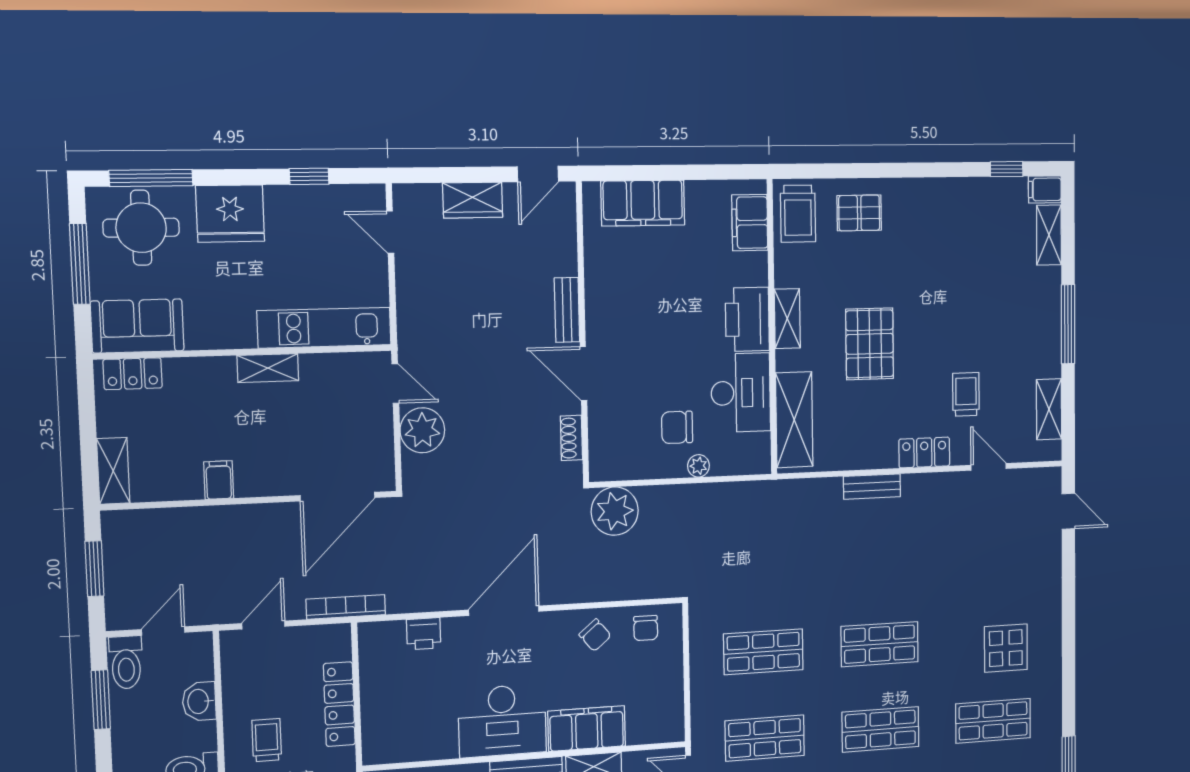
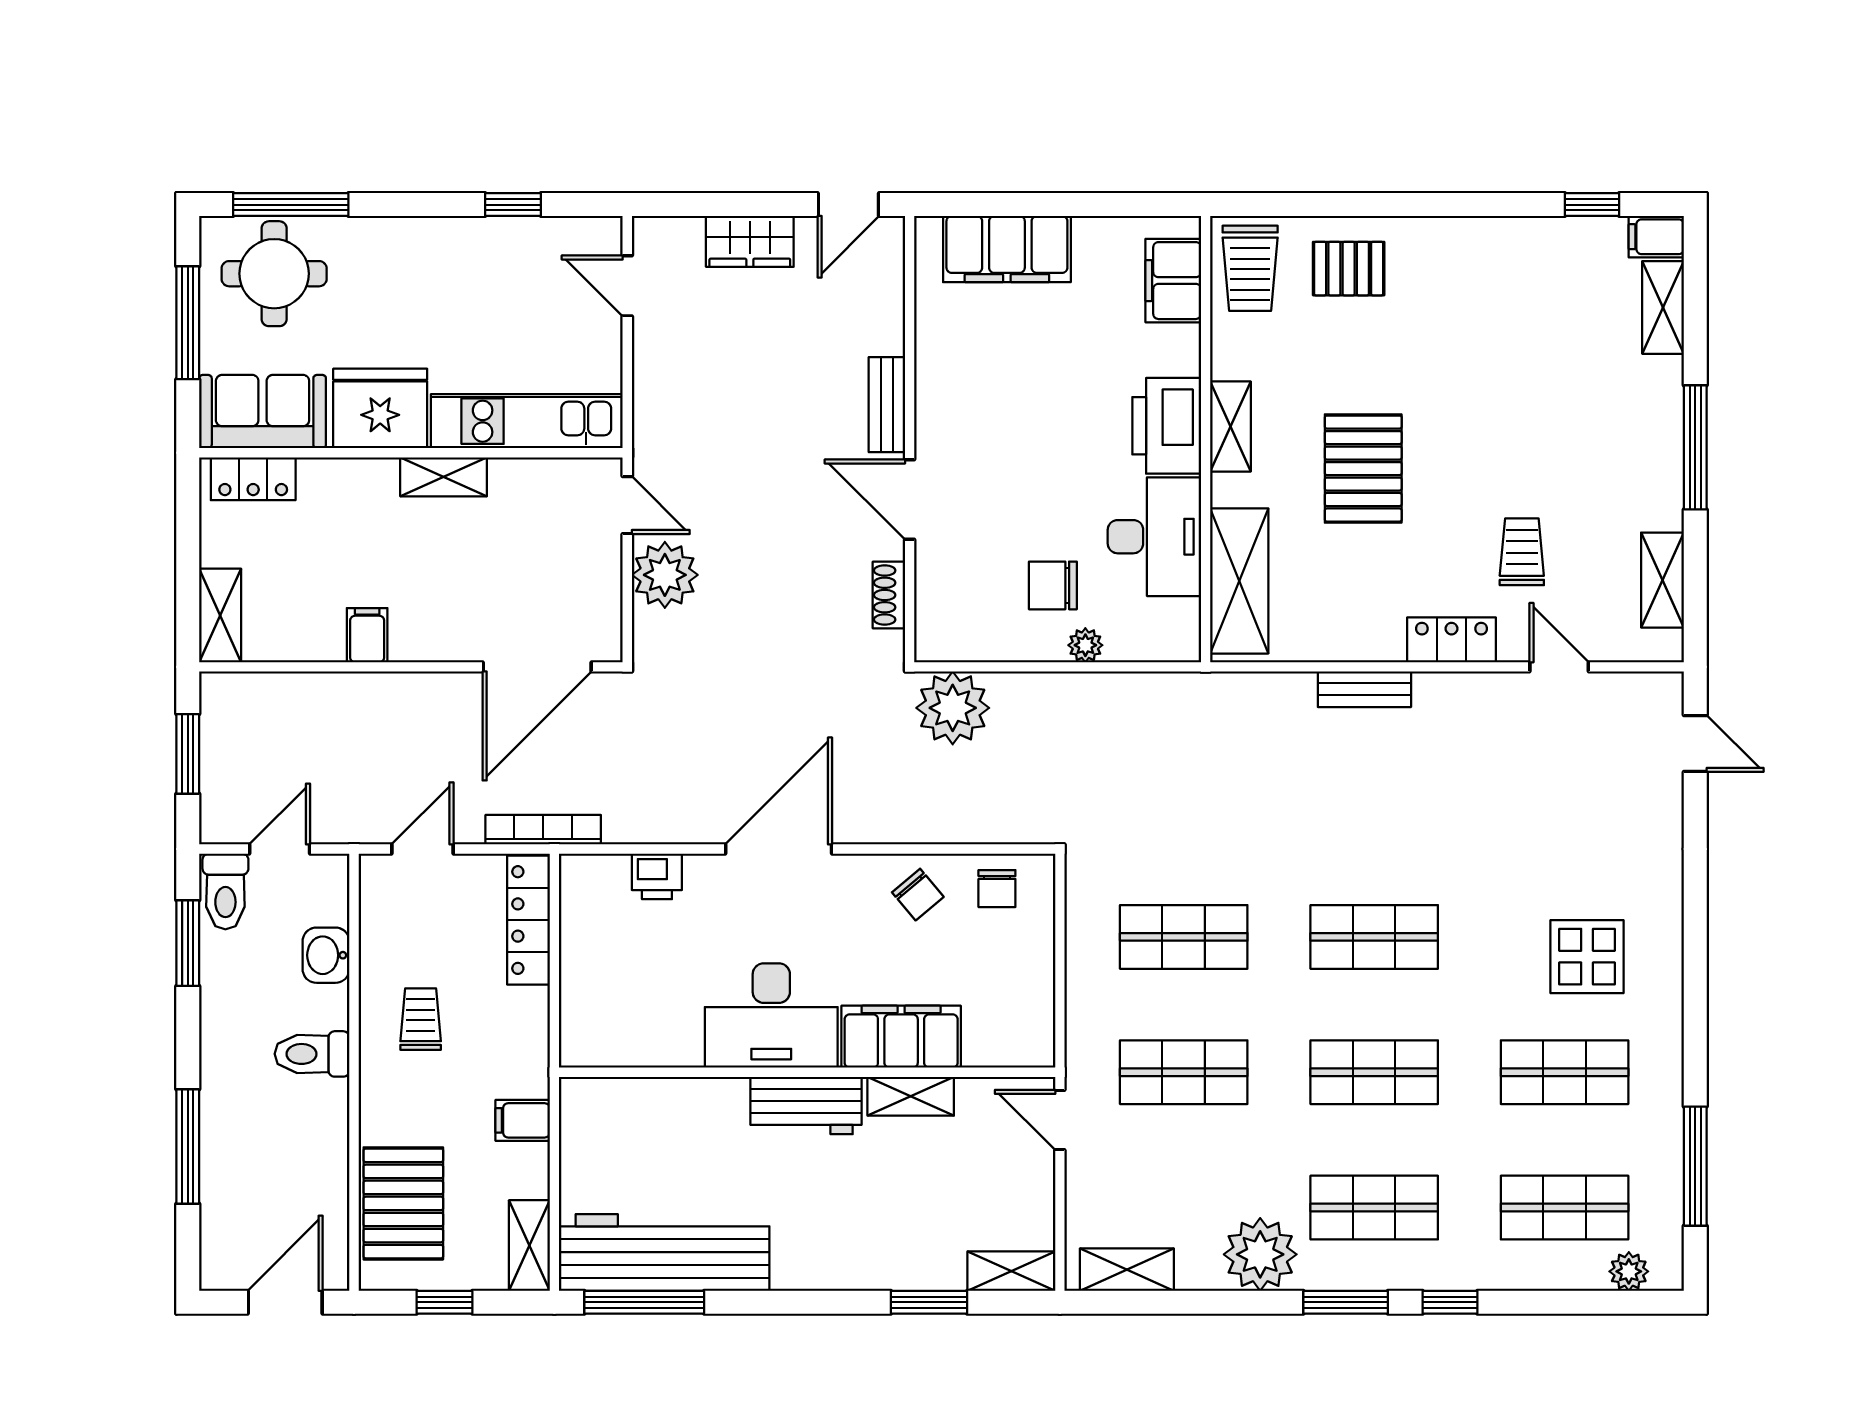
fridge: (230, 214) -> (380, 408), moved, turned 180
locker: (339, 704) -> (528, 920), moved

